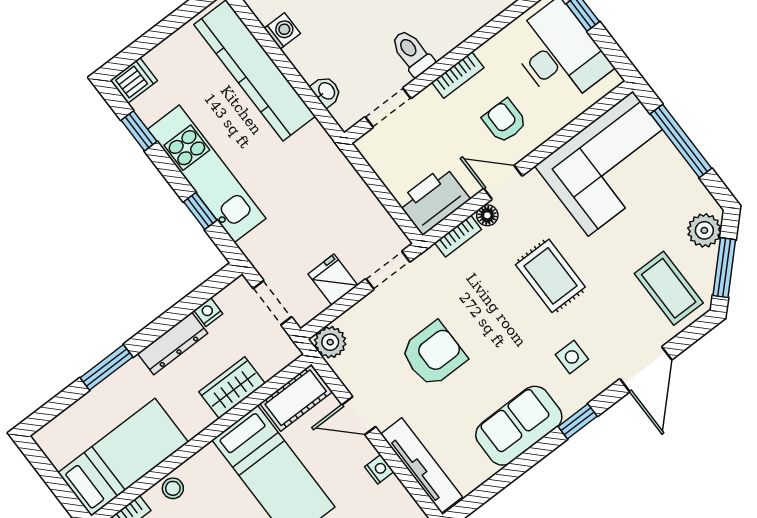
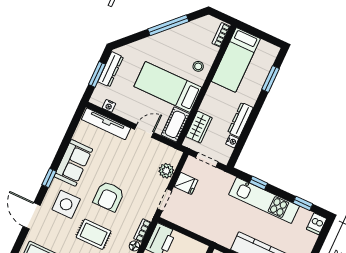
plant: (330, 342) -> (166, 171), moved
armchair: (433, 354) -> (109, 196), moved
side table: (572, 357) -> (66, 204), width x1.87, depth x1.87
window: (106, 367) -> (271, 79), moved
wardrobe: (232, 388) -> (199, 127), moved
nightstand: (379, 469) -> (109, 106), moved
stool: (173, 488) -> (198, 66), moved

